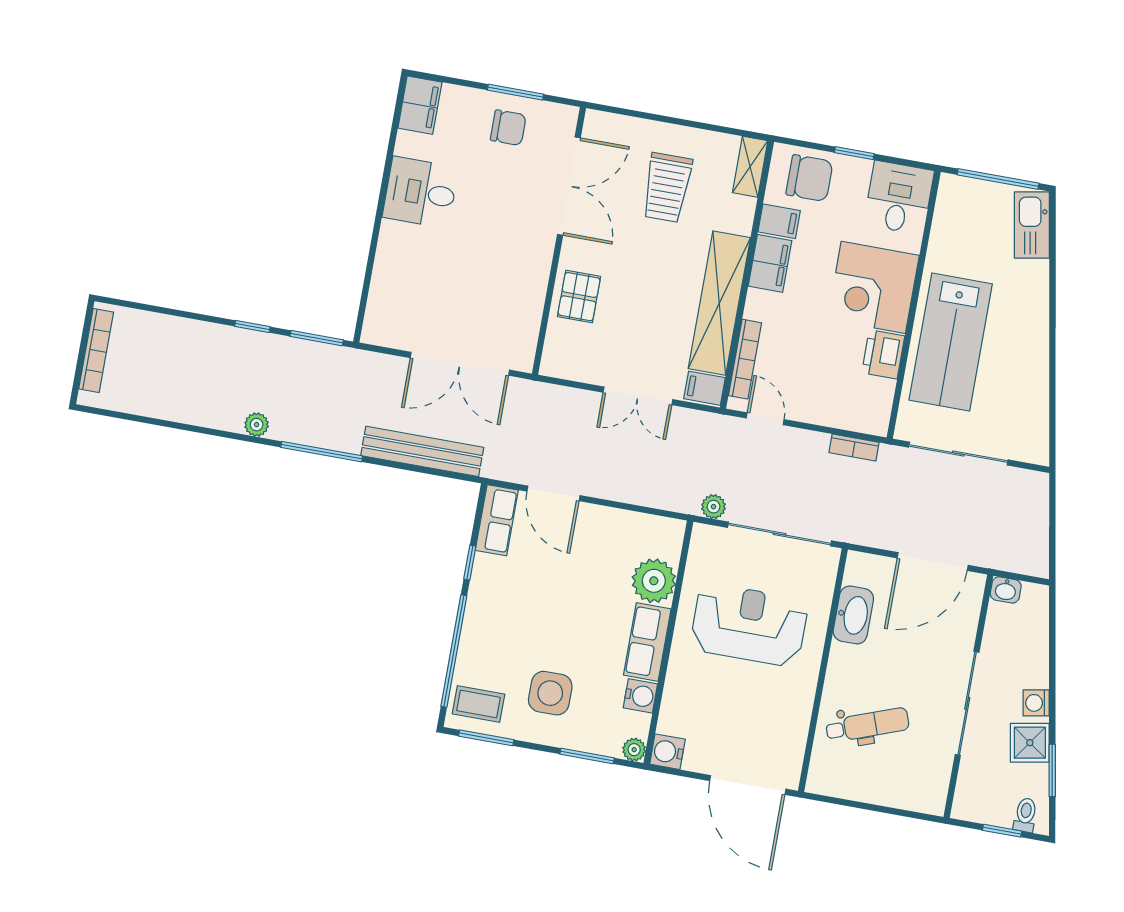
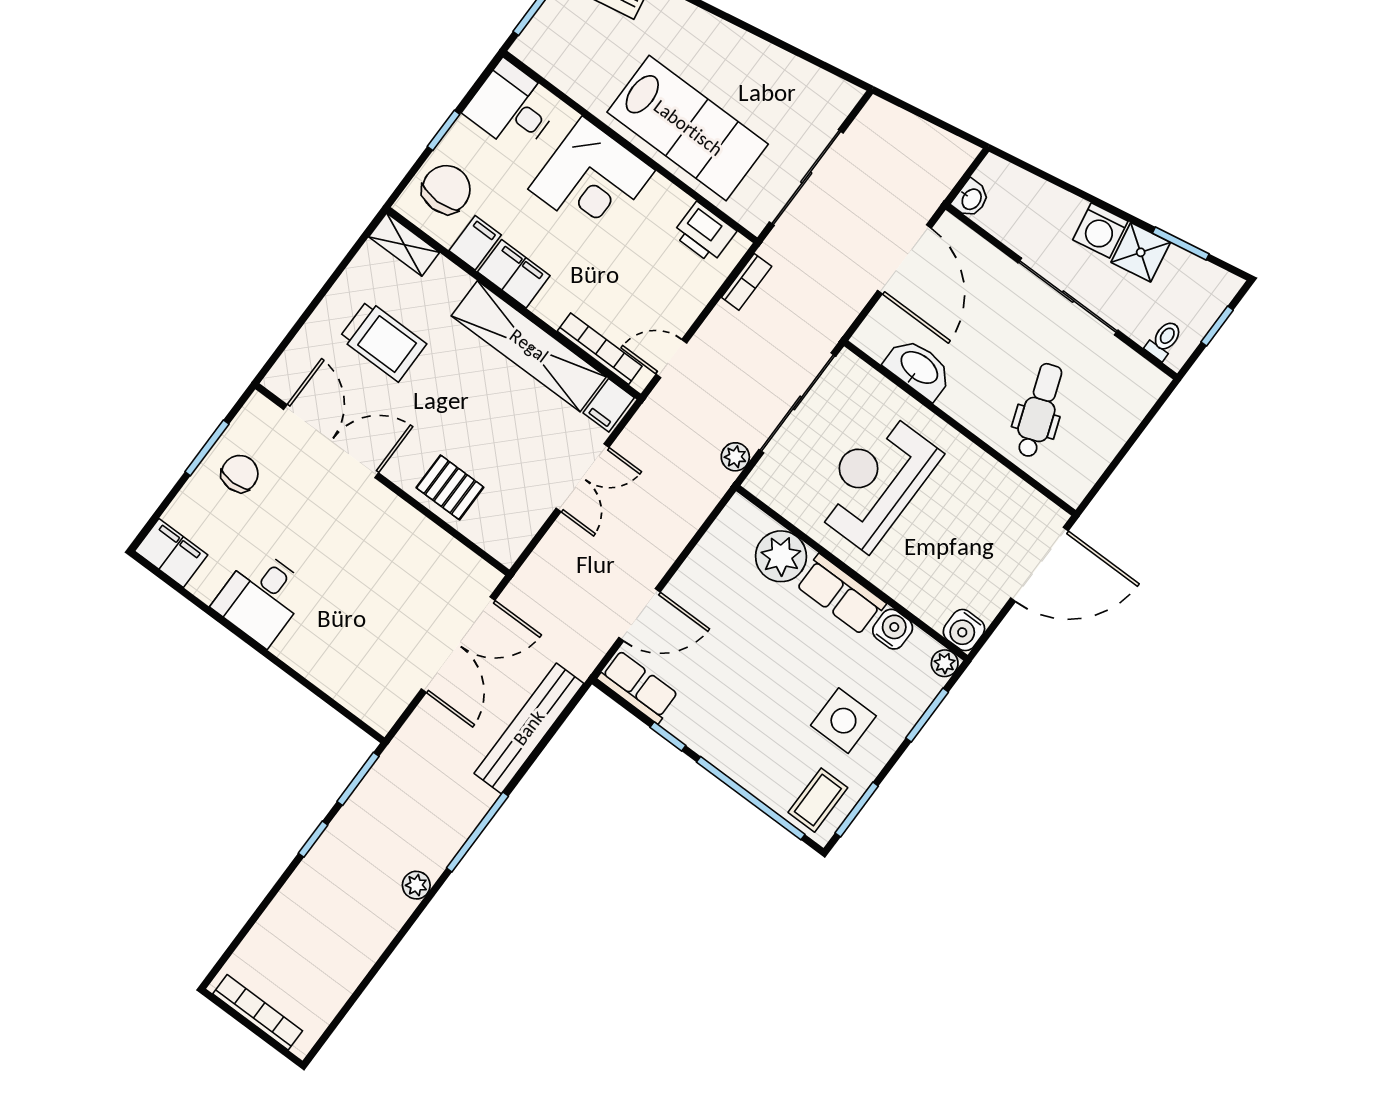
printer: (883, 354) -> (704, 233), moved
washing machine: (1036, 703) -> (1100, 230), width x1.38, depth x1.38
toilet: (1025, 815) -> (1164, 340), moved, turned 90

